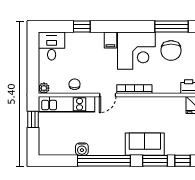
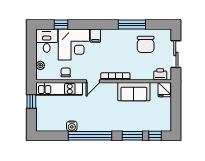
window: (82, 26) -> (61, 24), moved
window: (172, 26) -> (132, 24), moved
corner desk: (136, 51) -> (74, 44), moved
plant: (44, 88) -> (40, 65), moved
sofa: (145, 144) -> (134, 92), moved, turned 180

